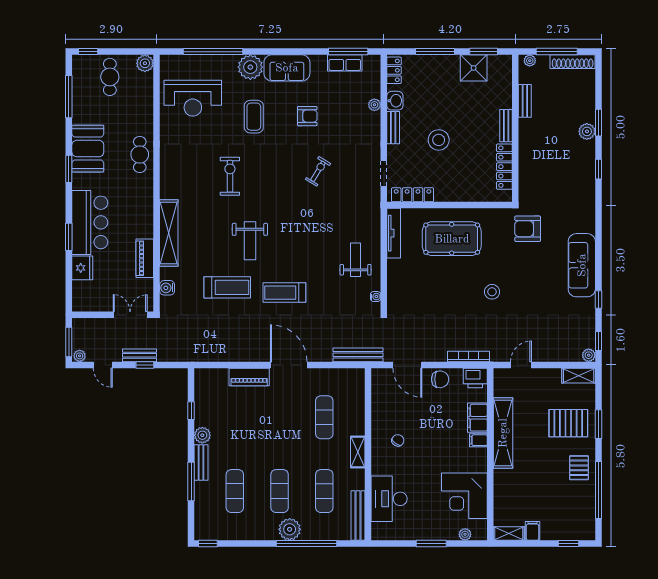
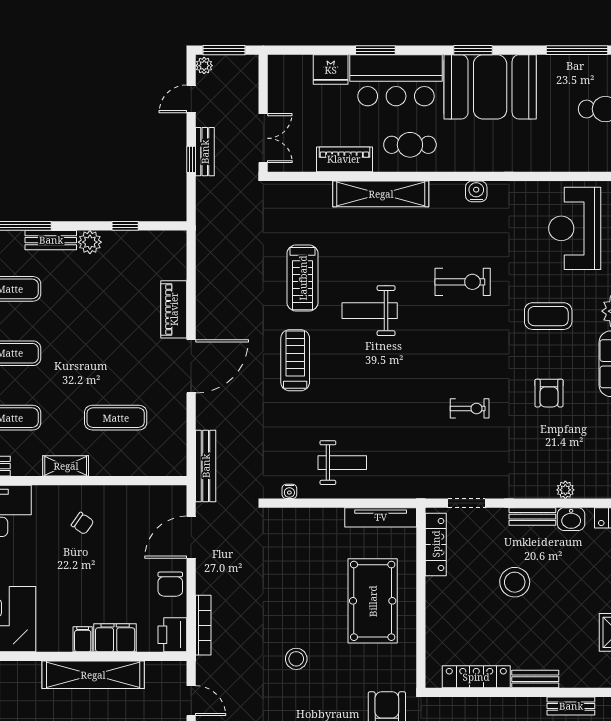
booth: (88, 149) -> (490, 87), width x1.36, depth x1.42
cafe table: (140, 155) -> (410, 145), moved
exercise bike: (318, 171) -> (470, 408), turned -31
water cooler: (167, 288) -> (476, 191), moved

